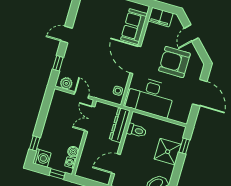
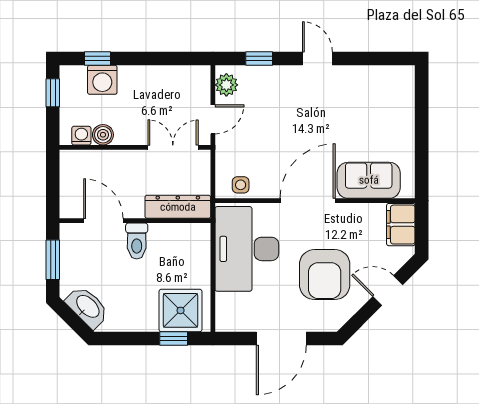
armchair: (174, 62) -> (325, 275), turned 180
toilet: (136, 130) -> (137, 241), moved
shower: (168, 152) -> (181, 310), moved
washing machine: (42, 158) -> (102, 80), moved
window: (57, 174) -> (53, 93), moved

